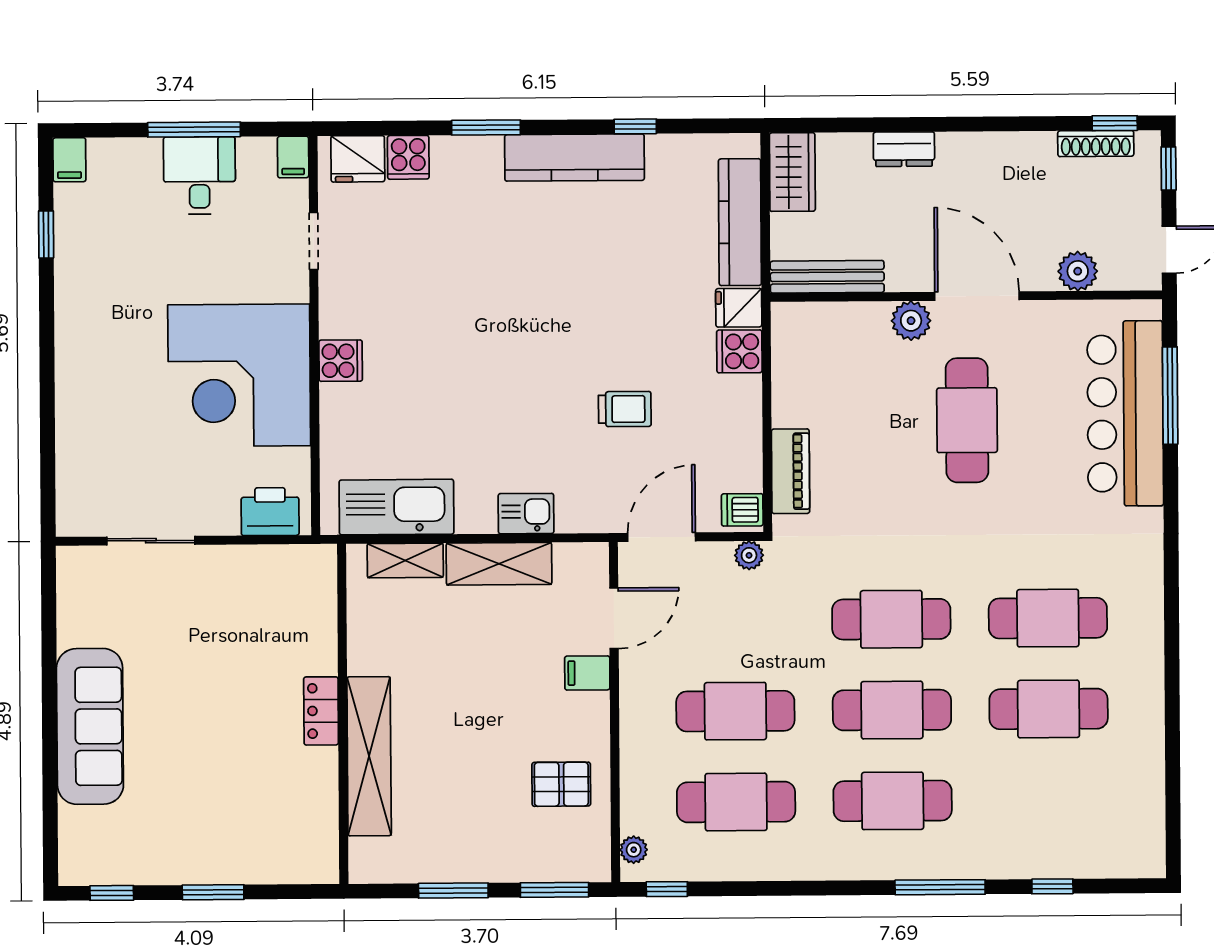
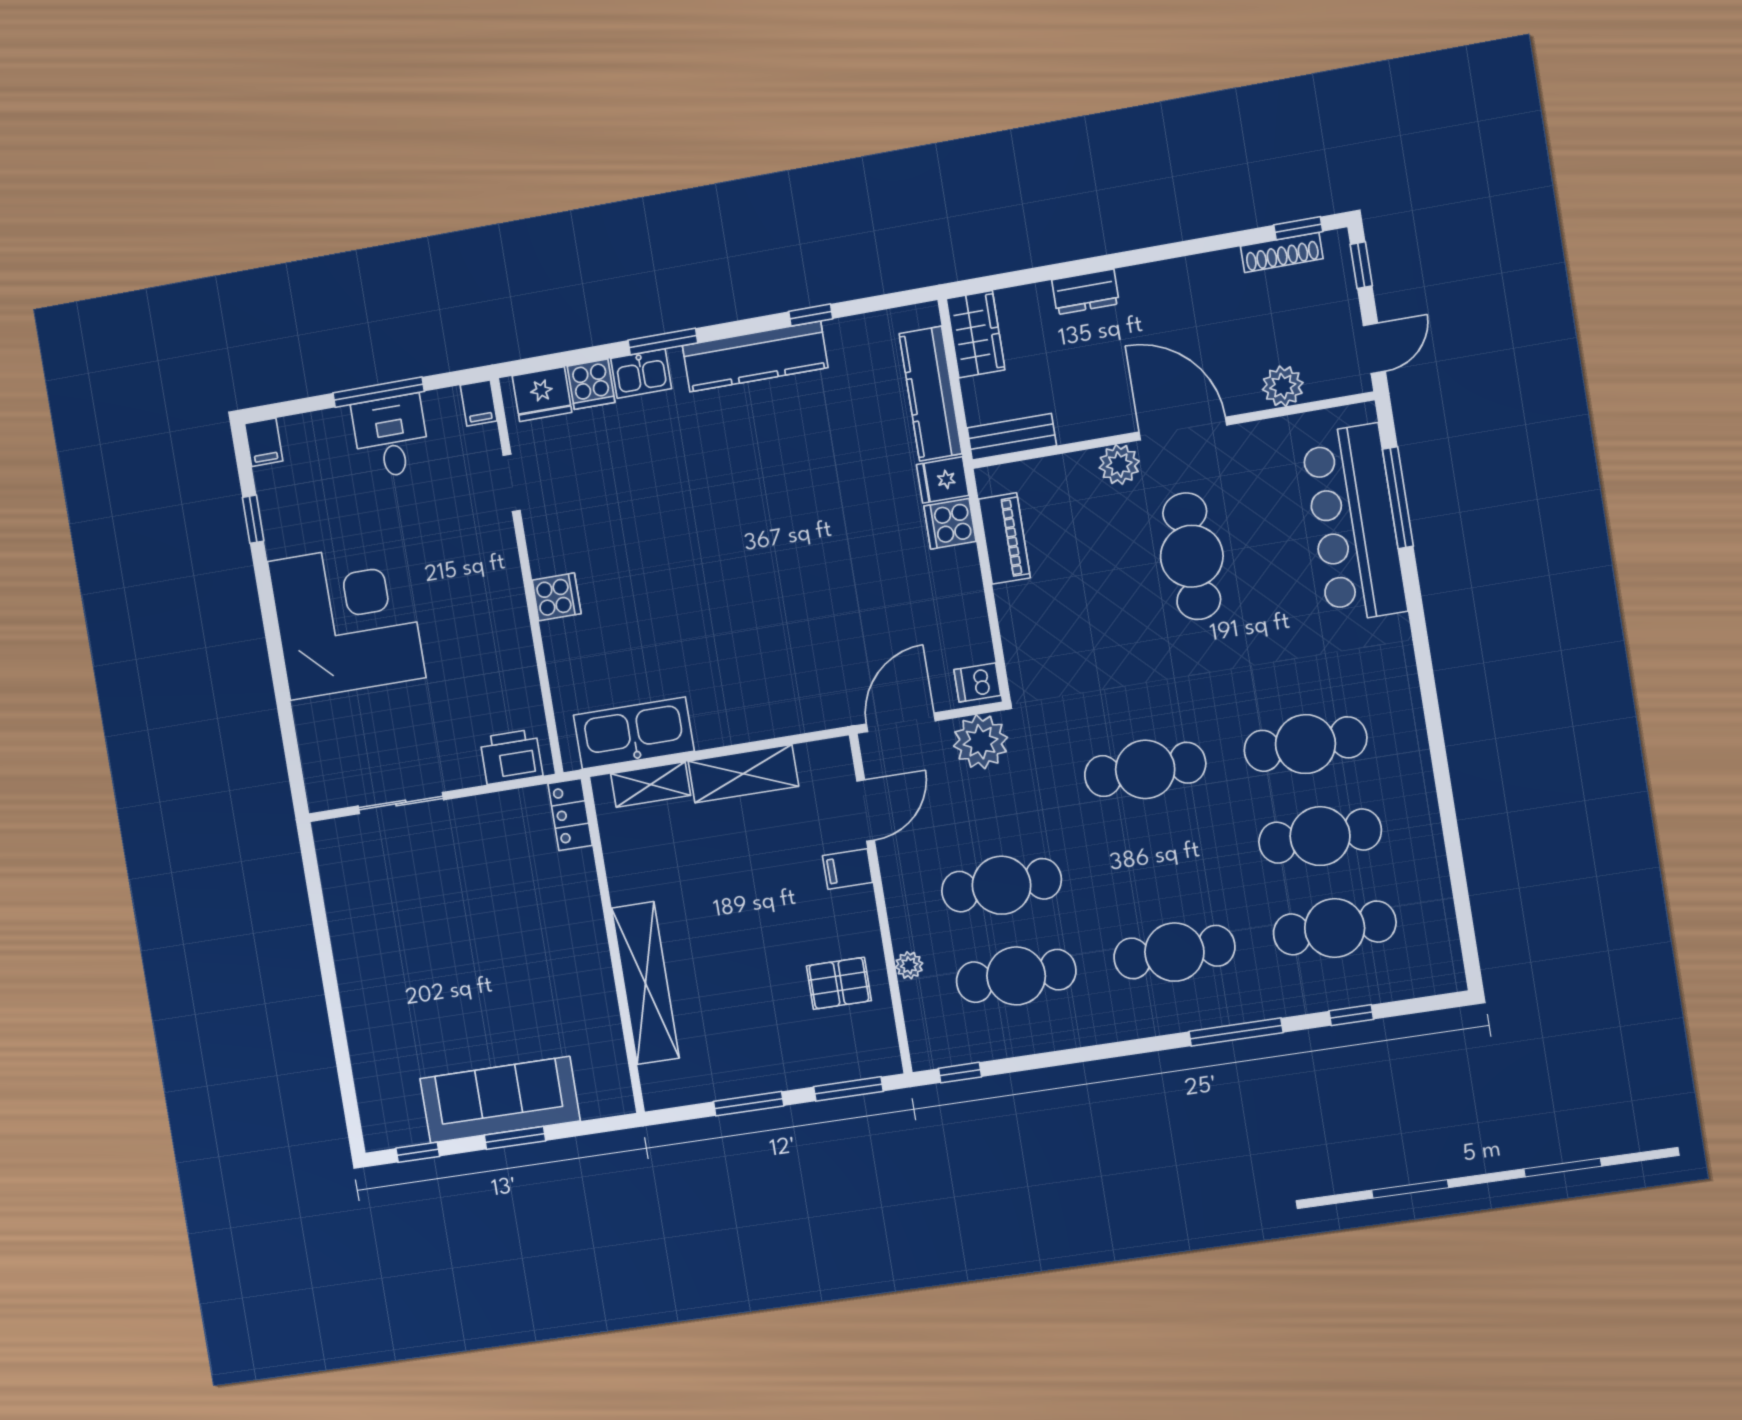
bench: (827, 277) -> (1012, 437), width x0.73
corner desk: (239, 375) -> (347, 620), moved, turned 180
trolley: (625, 409) -> (844, 600), removed
piano: (791, 471) -> (1004, 538), moved
kitchen sink: (526, 514) -> (641, 374), moved, turned 180
plant: (749, 555) -> (981, 742), width x1.88, depth x1.88
cafe table: (892, 710) -> (1335, 928), moved
locker: (321, 711) -> (570, 815), moved
sofa: (90, 726) -> (500, 1100), moved, turned -90
plant: (634, 850) -> (909, 965), moved

